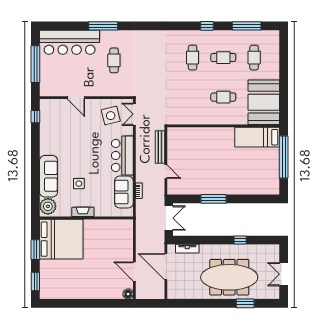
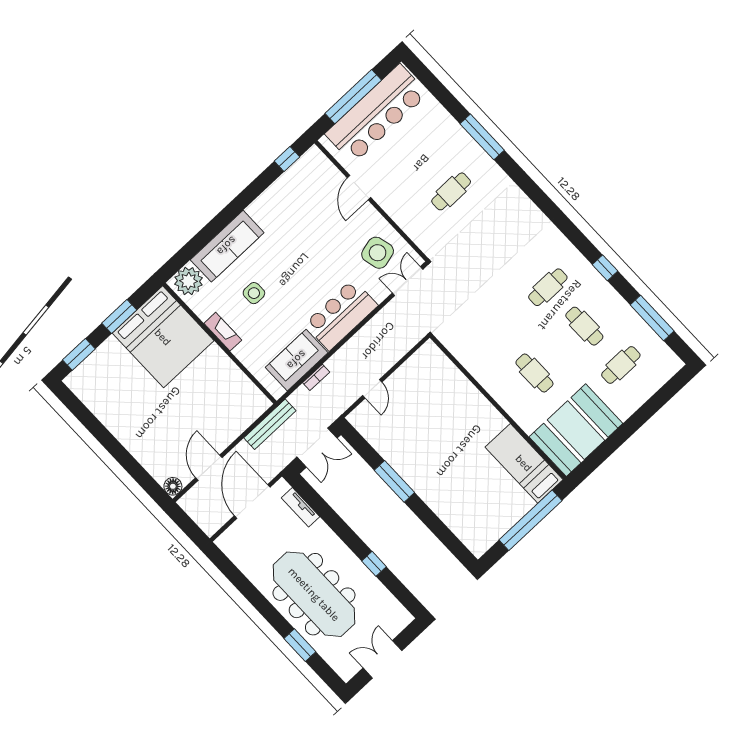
bar counter: (70, 42) -> (376, 114), moved, turned -90
bench: (160, 147) -> (270, 424), moved

